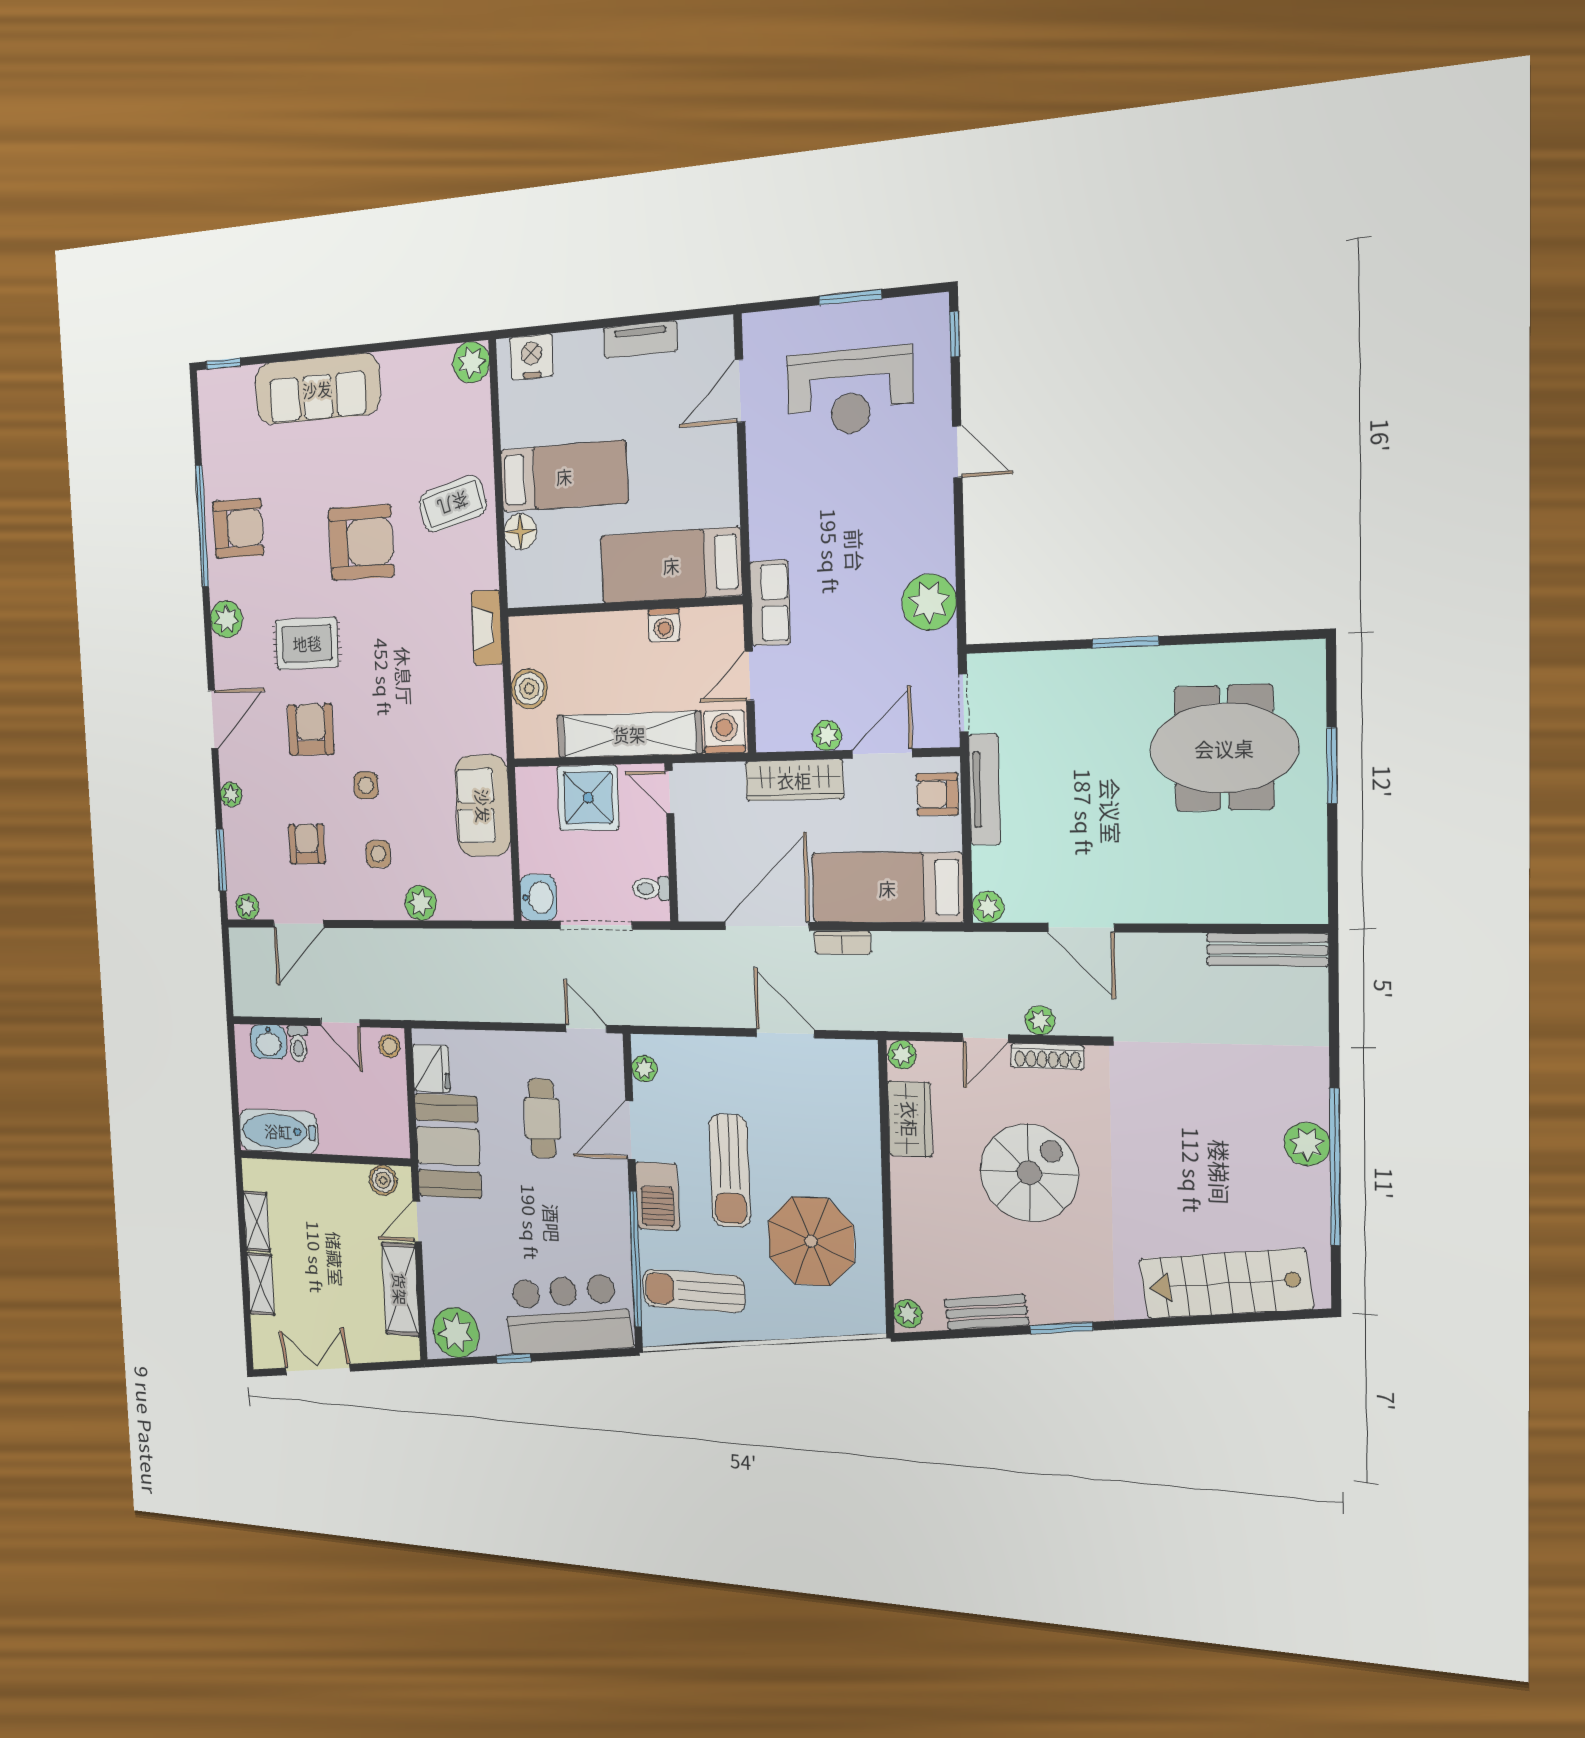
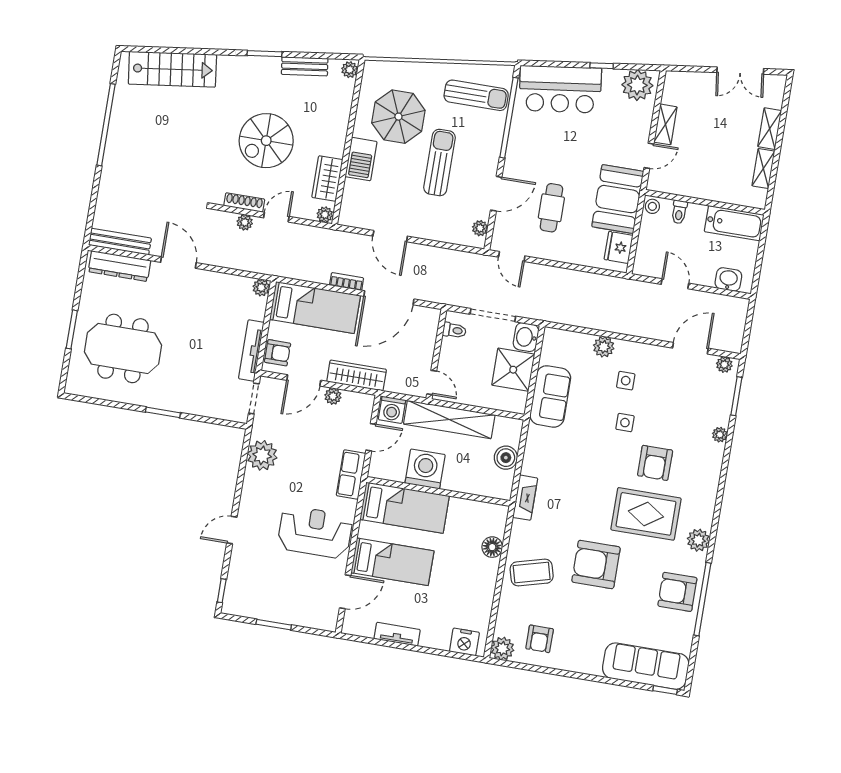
sofa: (317, 389) -> (646, 666), moved
reception desk: (850, 392) -> (315, 532), moved
door: (957, 452) -> (232, 530), hinge flipped
bed: (564, 476) -> (392, 562), moved, turned 180
washing machine: (664, 625) -> (425, 469), width x1.89, depth x1.89
rug: (307, 643) -> (646, 514), width x1.36, depth x1.43
door: (213, 719) -> (722, 482), removed
shower: (588, 798) -> (513, 370), moved
armchair: (307, 844) -> (540, 639), moved
dresser: (1260, 903) -> (119, 266), added
door: (1081, 928) -> (178, 263), moved
toilet: (298, 1044) -> (679, 212), moved, turned 180
stool: (390, 1046) -> (652, 206), moved
plant: (1307, 1144) -> (118, 138), removed
boiler: (383, 1180) -> (667, 184), removed
barbecue: (657, 1196) -> (361, 159), moved, turned 180
shelving: (400, 1289) -> (665, 124), width x0.67, depth x0.75

